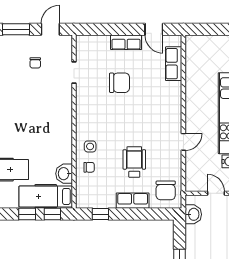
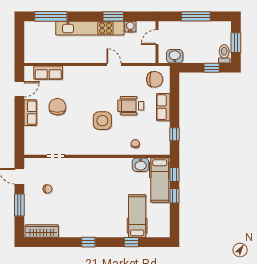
chair: (120, 83) -> (57, 107), moved
side table: (90, 146) -> (102, 121), moved, width x1.87, depth x1.87

